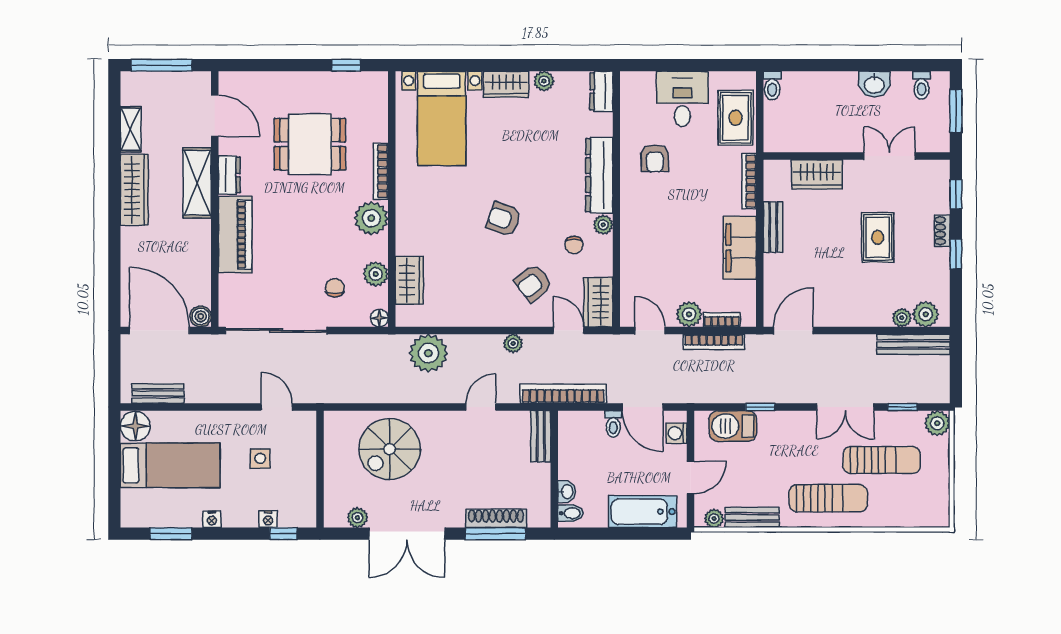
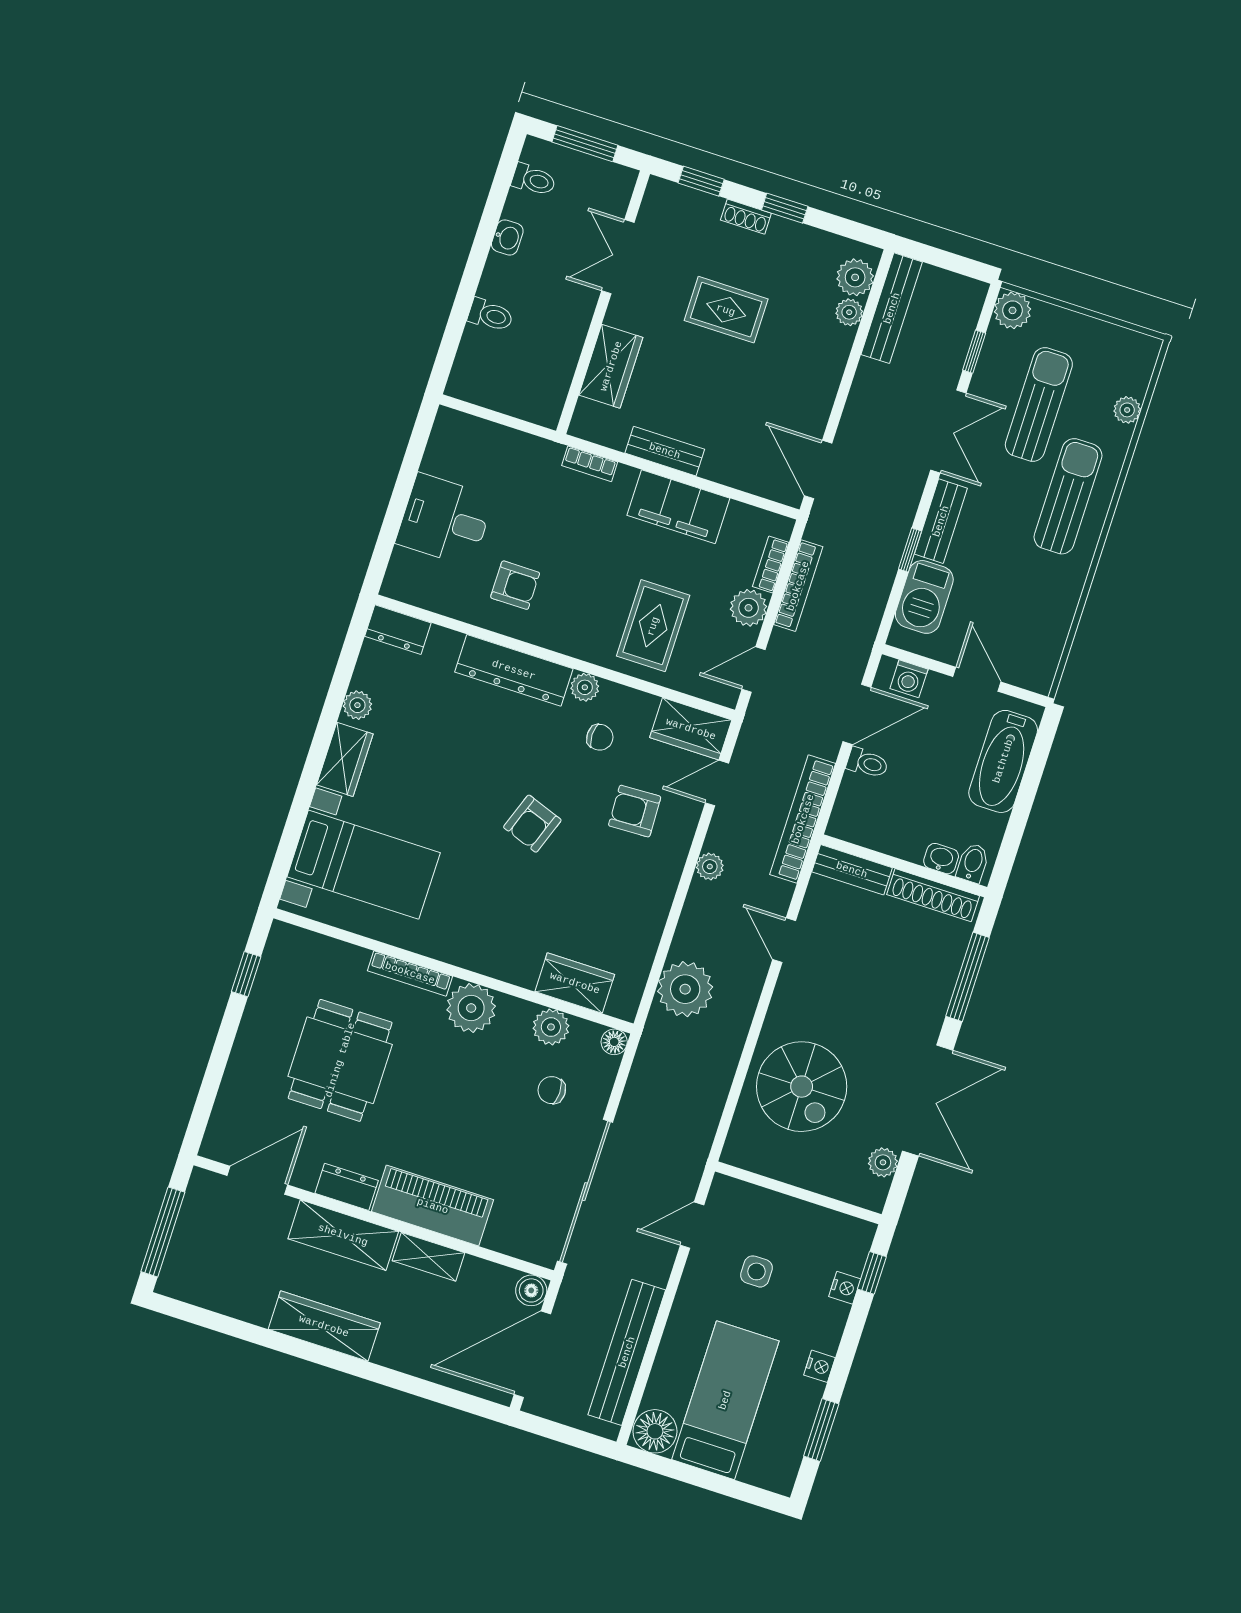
washbasin: (874, 84) -> (507, 238), width x0.72, depth x0.69
toilet: (772, 86) -> (490, 315), moved
rug: (736, 118) -> (653, 626), moved, turned 90
shelving: (131, 129) -> (428, 1257), moved
bookcase: (749, 181) -> (590, 464), width x0.64
armchair: (533, 283) -> (635, 811), turned 126
bench: (158, 393) -> (627, 1352), width x1.86, depth x1.21
bench: (752, 517) -> (941, 521), moved
shoe rack: (496, 518) -> (933, 895), moved, turned -90
plant: (714, 518) -> (1127, 410), moved

